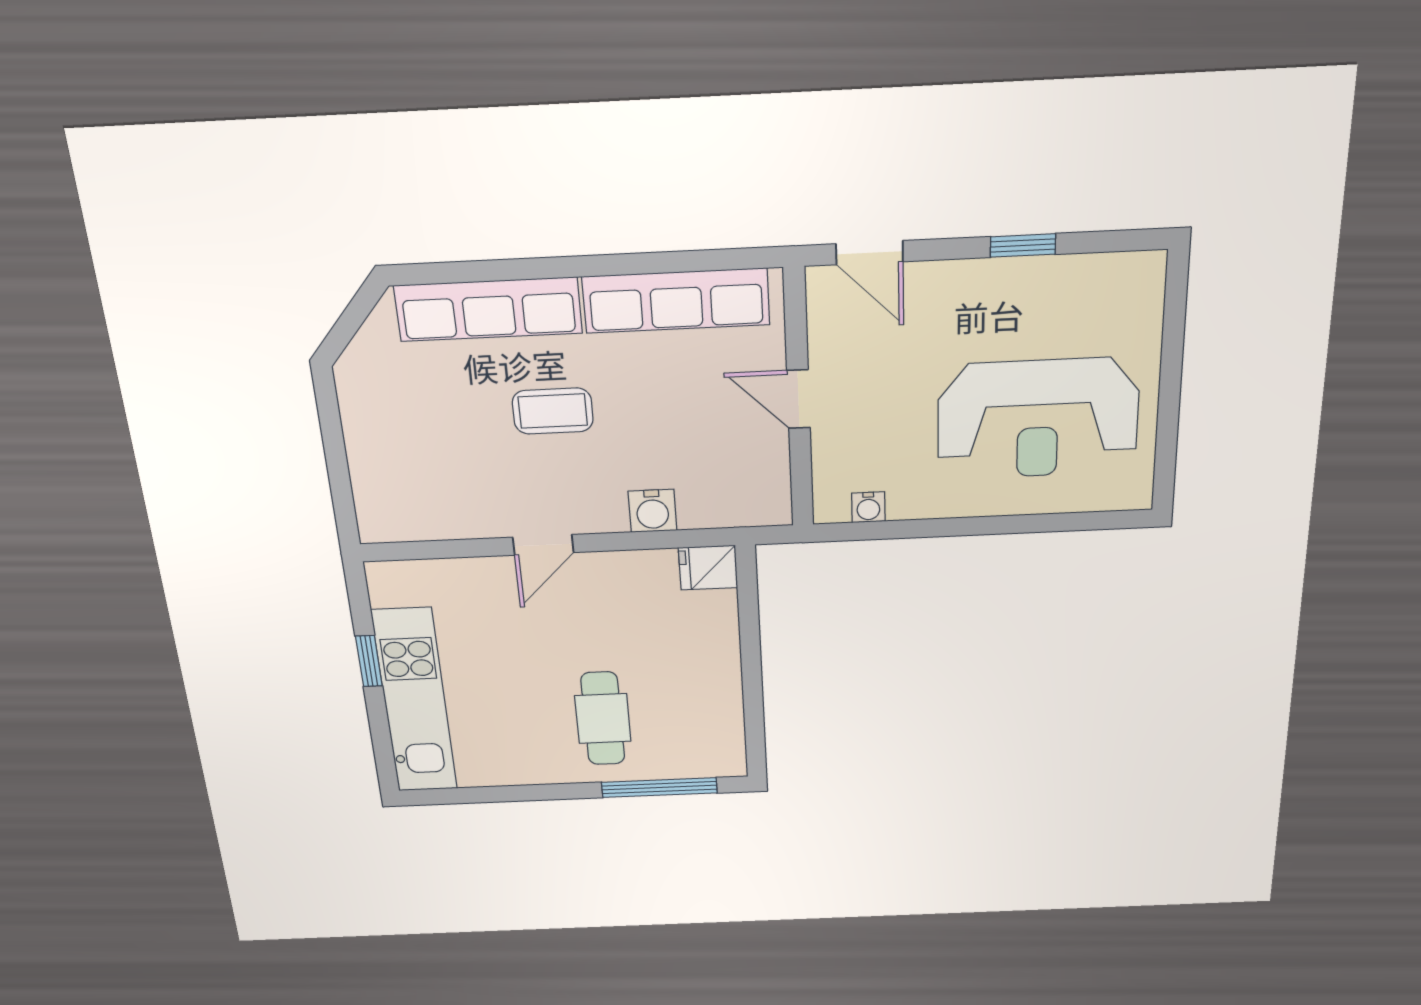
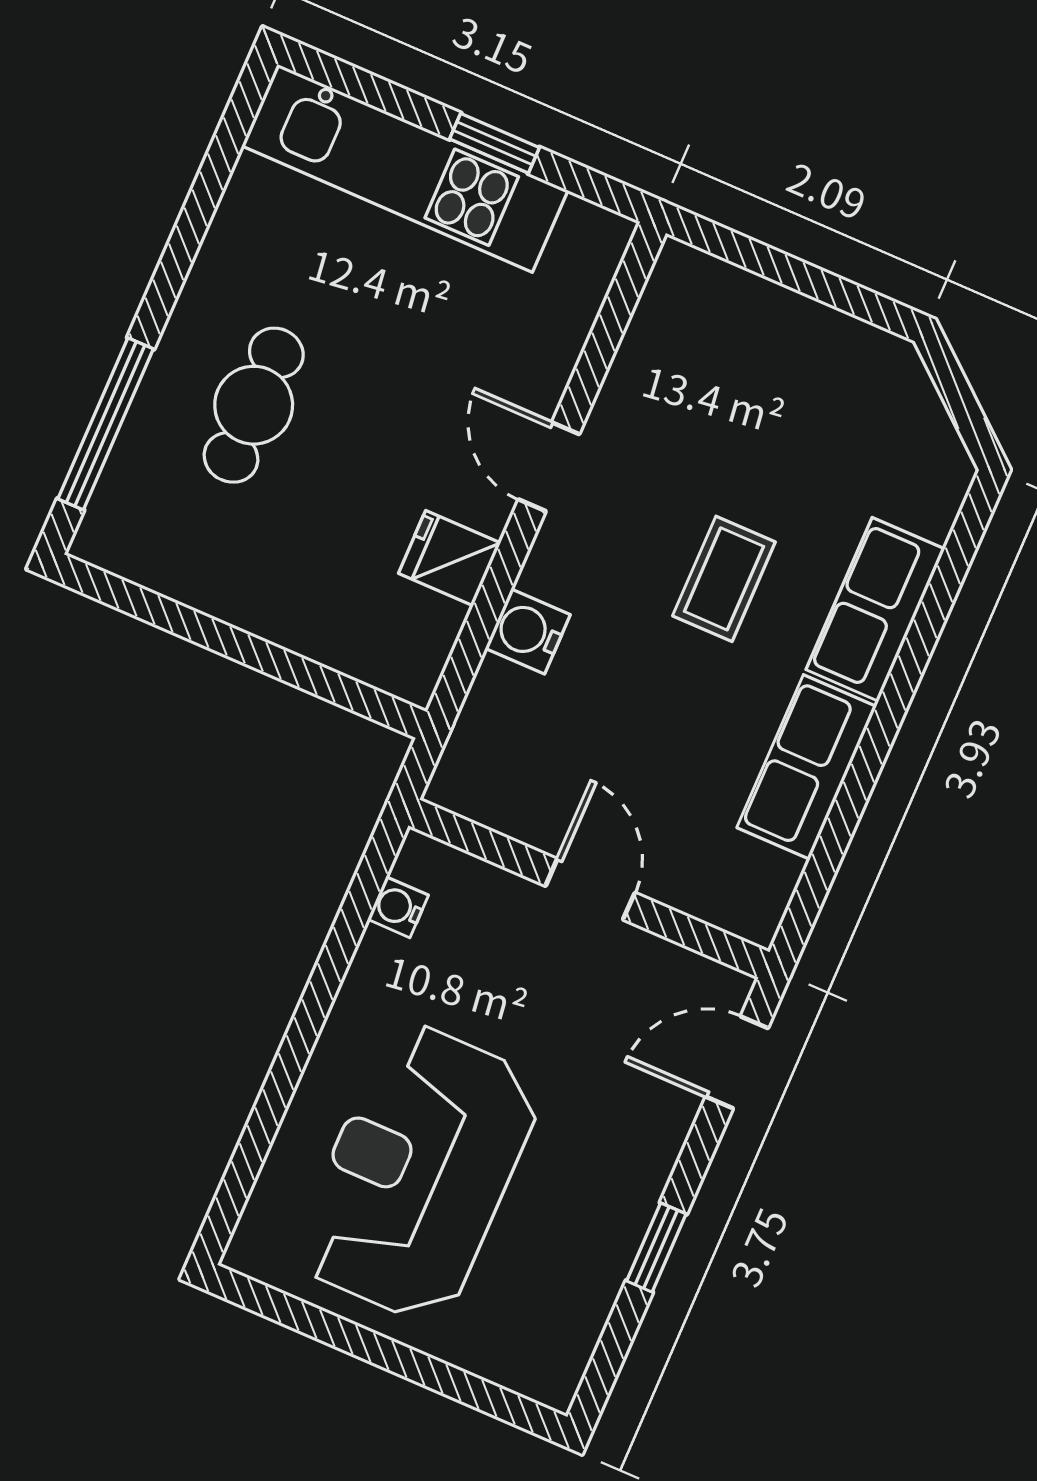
row of seats: (676, 301) -> (807, 767), width x0.68
row of seats: (488, 309) -> (875, 609), width x0.68
door: (799, 399) -> (590, 889), hinge flipped
fridge: (708, 568) -> (449, 558), moved, turned -90
cafe table: (603, 719) -> (254, 405), turned 90

